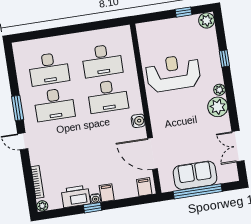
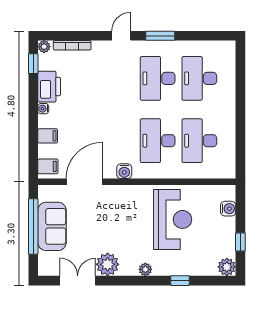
water cooler: (156, 27) -> (228, 209), added
plant: (218, 107) -> (108, 264), moved
filing cabinet: (107, 193) -> (48, 136), moved
window: (92, 208) -> (33, 64), moved

